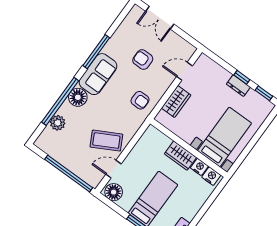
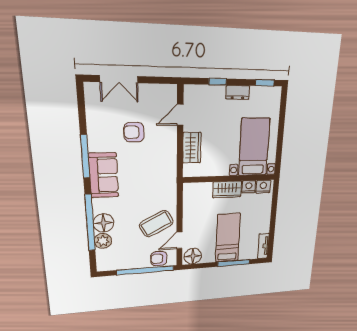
window: (242, 77) -> (218, 82), moved
floor lamp: (78, 97) -> (103, 223), moved
armchair: (140, 100) -> (159, 259), moved, turned 180

